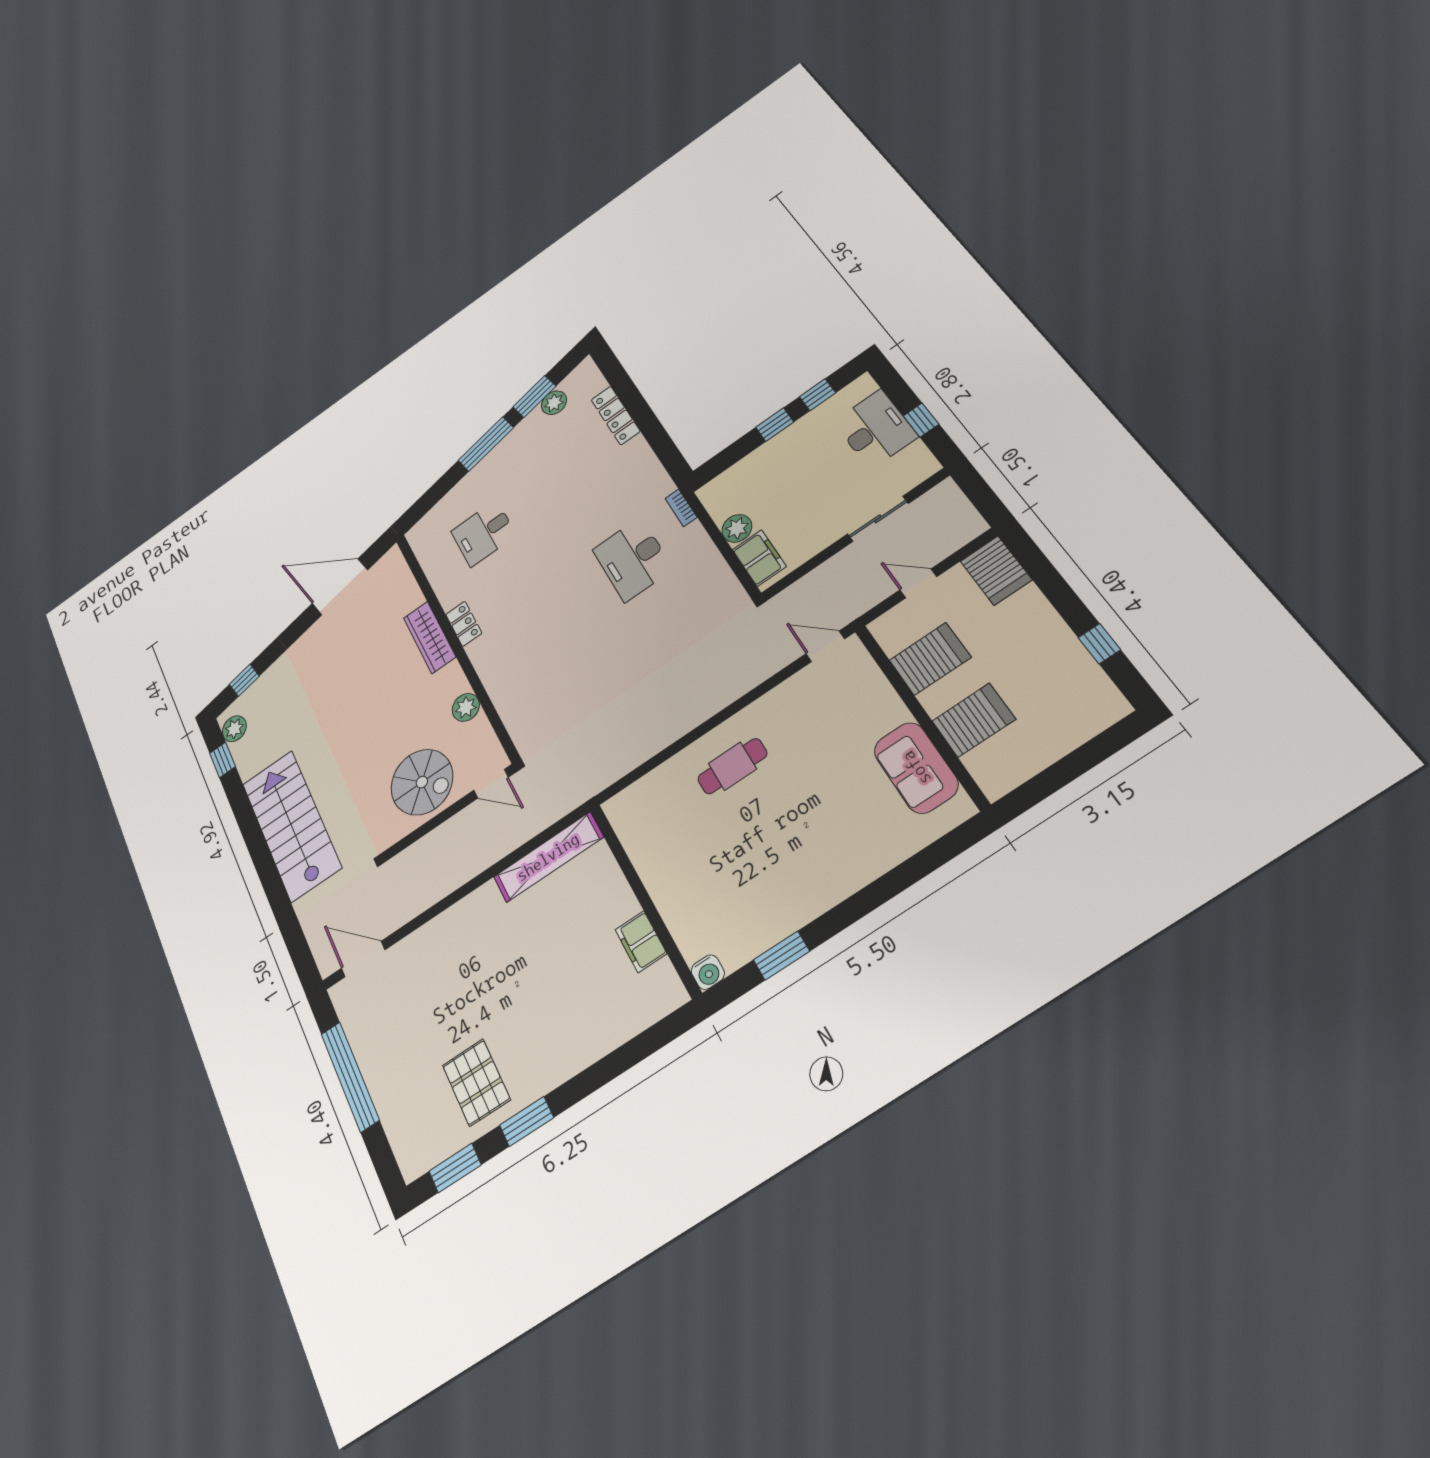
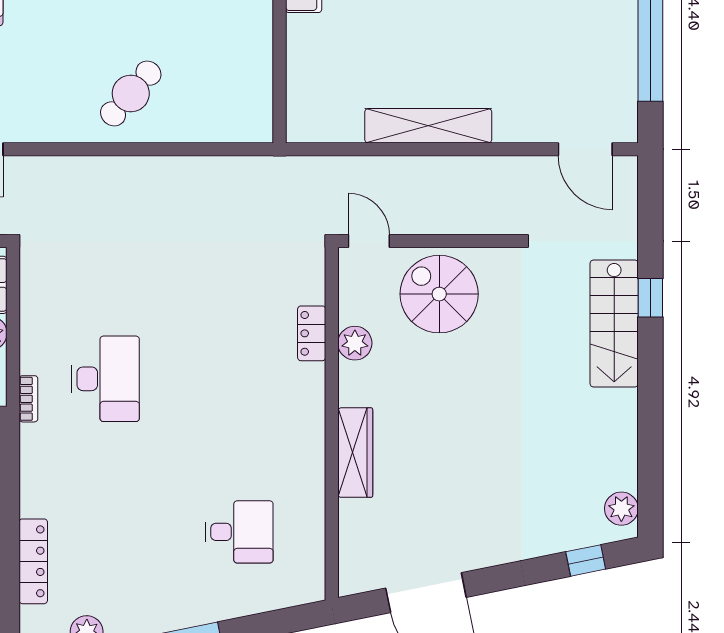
locker: (464, 624) -> (312, 333), moved
window: (222, 760) -> (650, 298), moved
cafe table: (732, 766) -> (131, 94), turned -49
stairs: (291, 825) -> (614, 323), width x0.73, depth x0.66
shelving: (548, 857) -> (428, 126), moved

